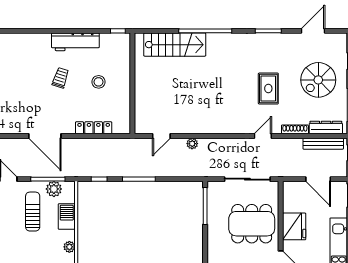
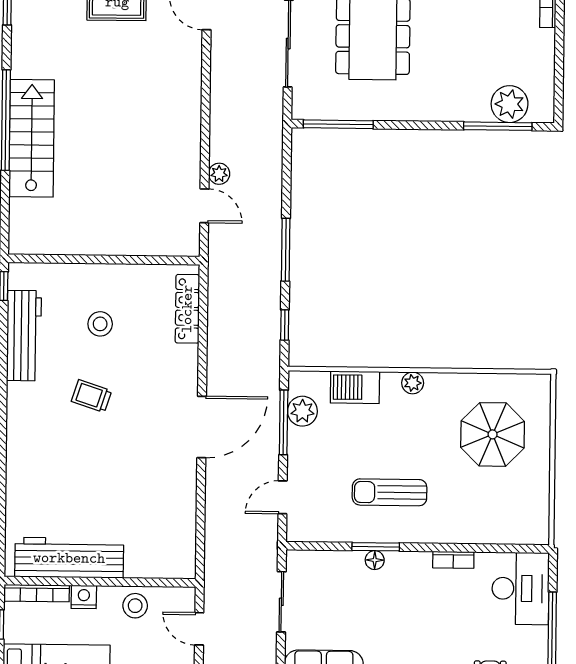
workbench: (75, 42) -> (24, 336), moved
stairs: (175, 45) -> (32, 138), moved
locker: (94, 128) -> (187, 309), moved
plant: (192, 144) -> (219, 174), moved
sun lounger: (33, 212) -> (390, 492), moved

